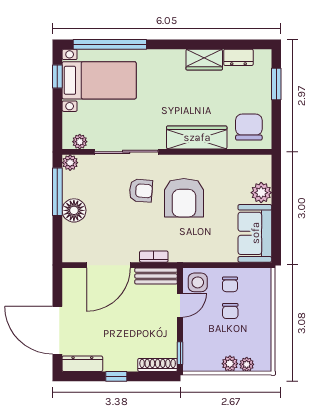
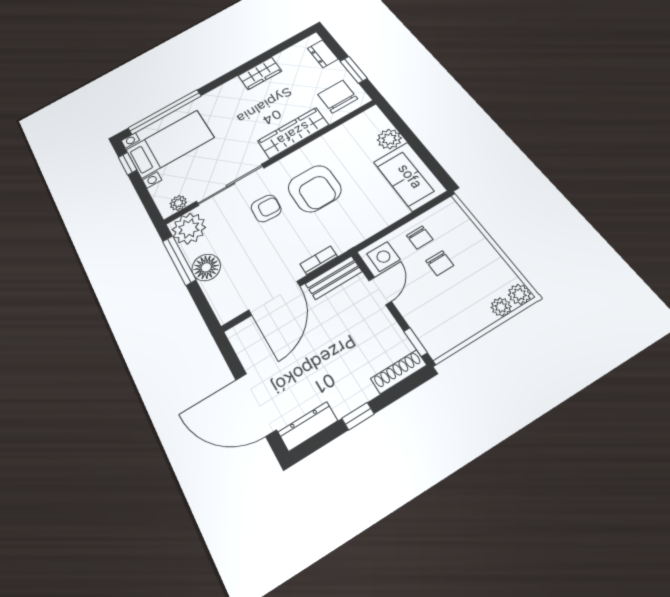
dresser: (238, 57) -> (323, 54), moved, turned 90
window: (276, 84) -> (354, 70), moved
plant: (70, 163) -> (189, 229), width x1.87, depth x1.87
plant: (230, 364) -> (519, 294), moved

